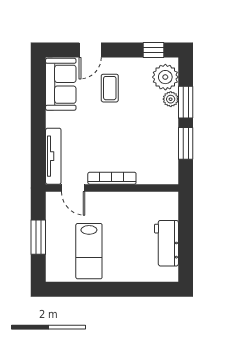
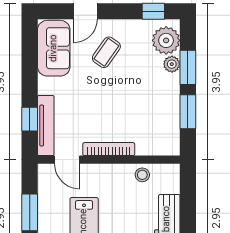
coffee table: (110, 88) -> (106, 52), turned 35
window: (38, 150) -> (30, 119), added
stool: (143, 202) -> (142, 175), added

